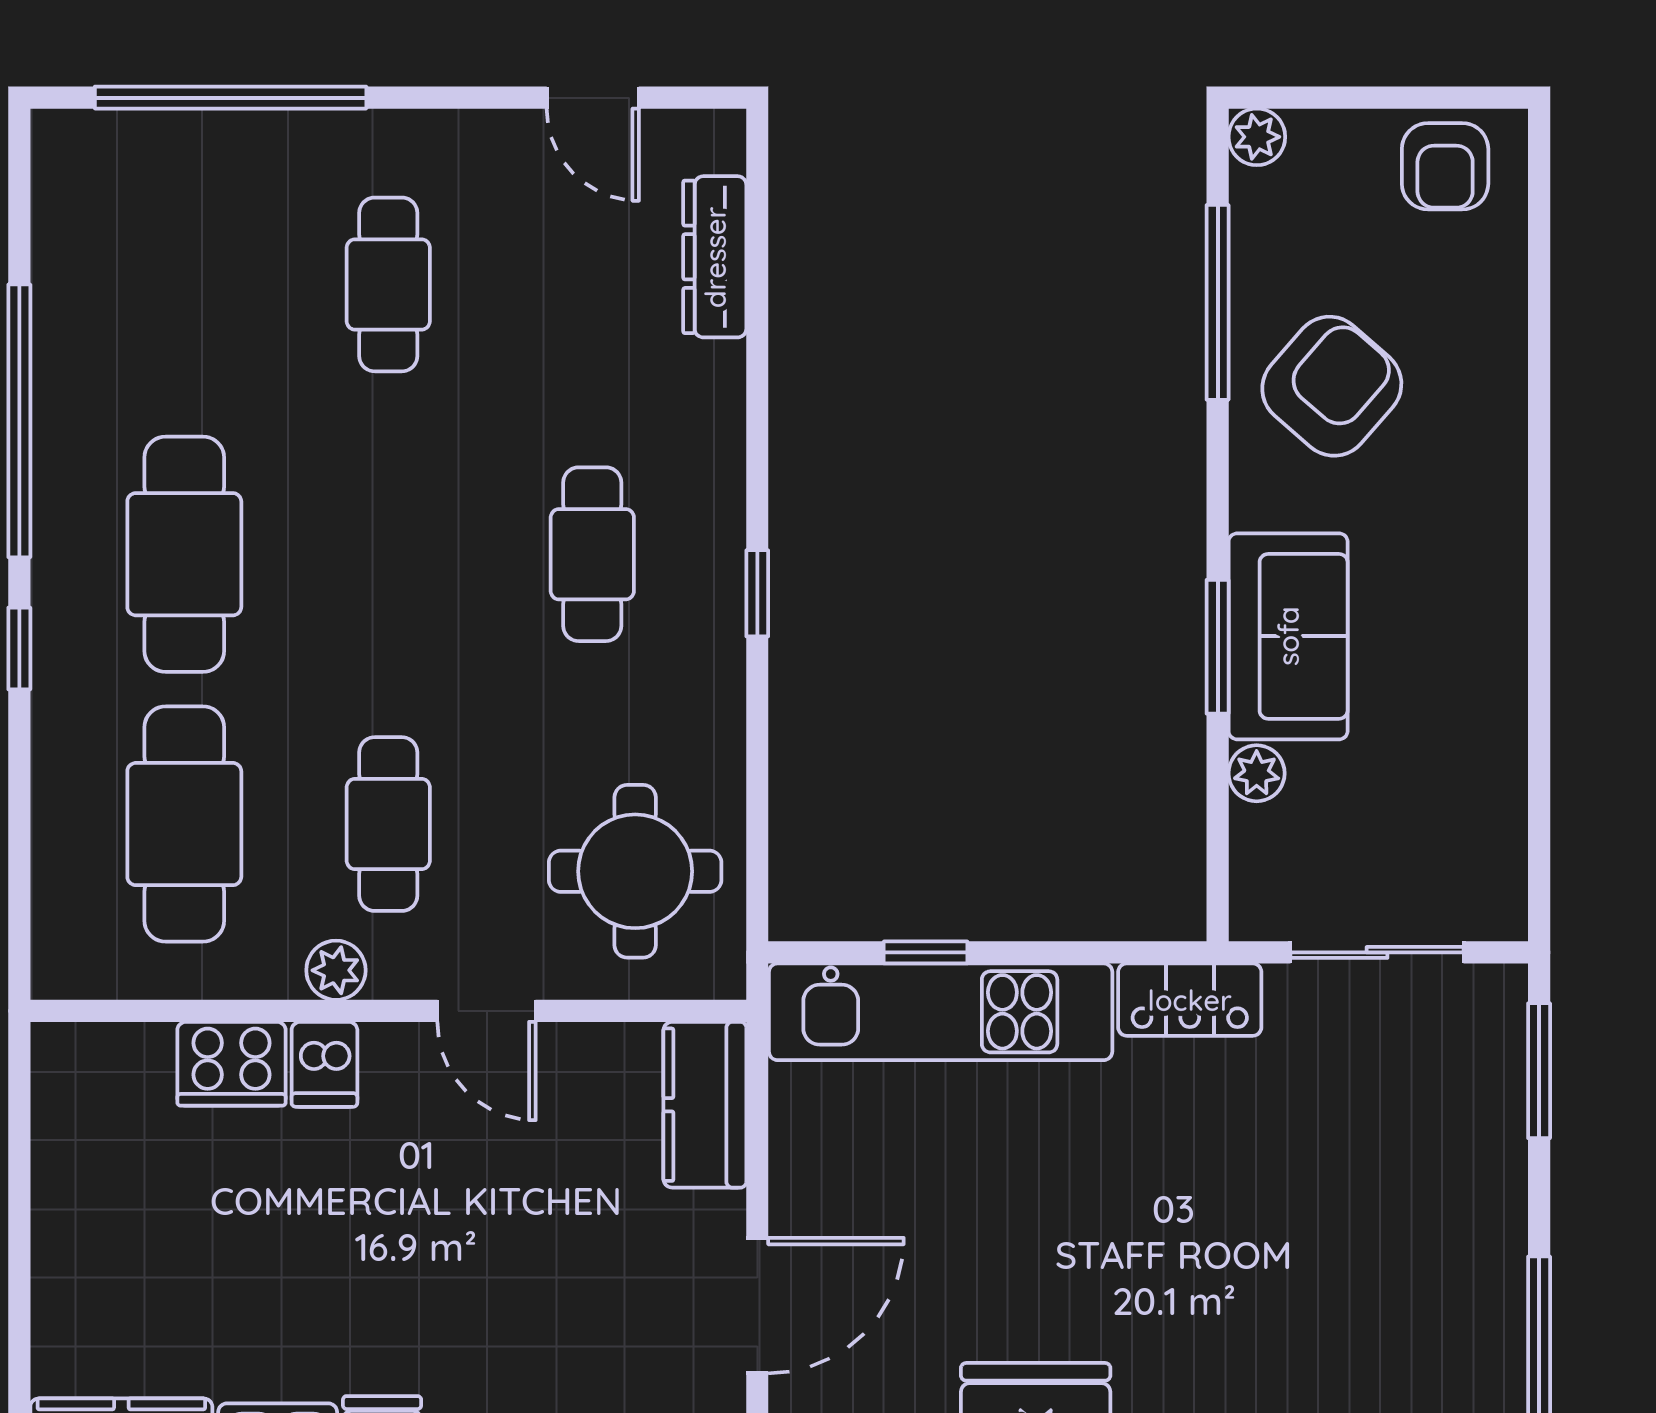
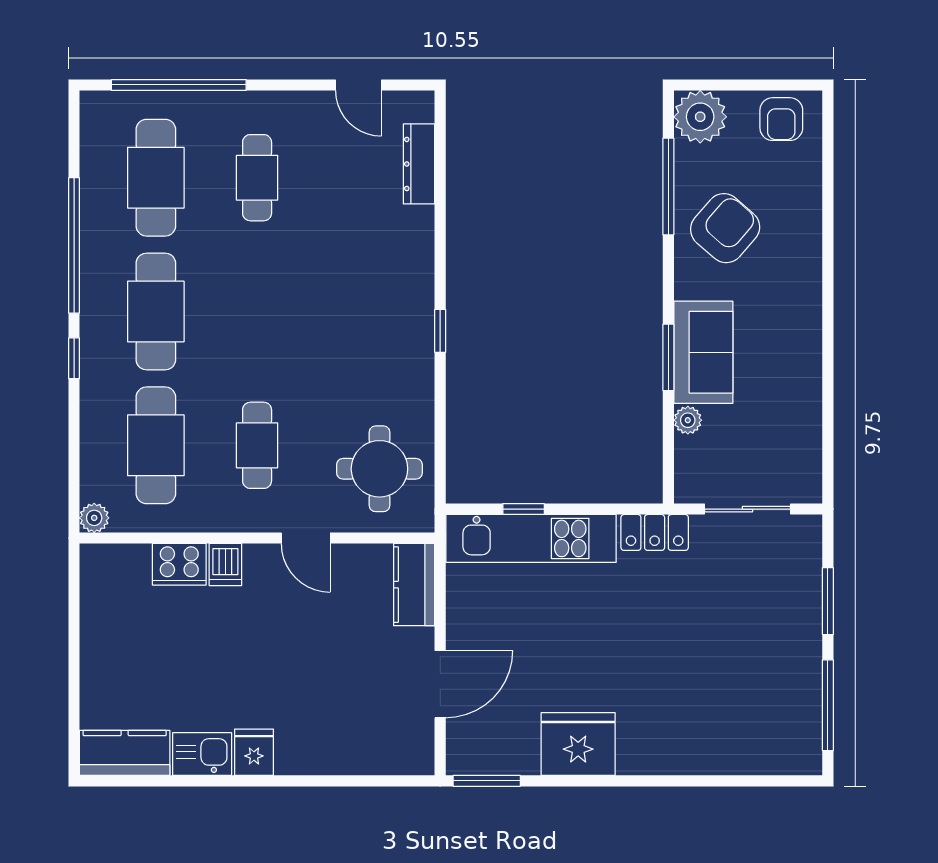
plant: (1257, 137) -> (700, 117), width x1.88, depth x1.88
cafe table: (592, 554) -> (156, 178), moved, width x1.37, depth x1.35
plant: (336, 970) -> (94, 518), moved
window: (1539, 1071) -> (828, 601), moved

